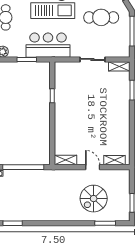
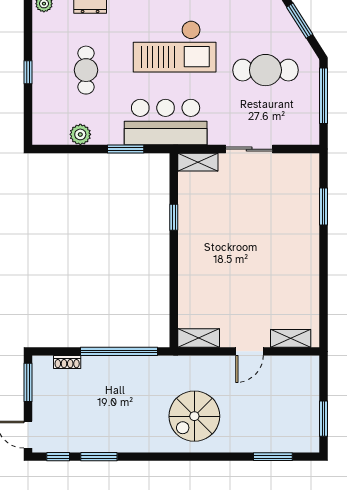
shelving: (119, 66) -> (198, 162), moved
door: (93, 167) -> (250, 351), swing flipped
spiral stairs: (94, 199) -> (194, 416), moved

